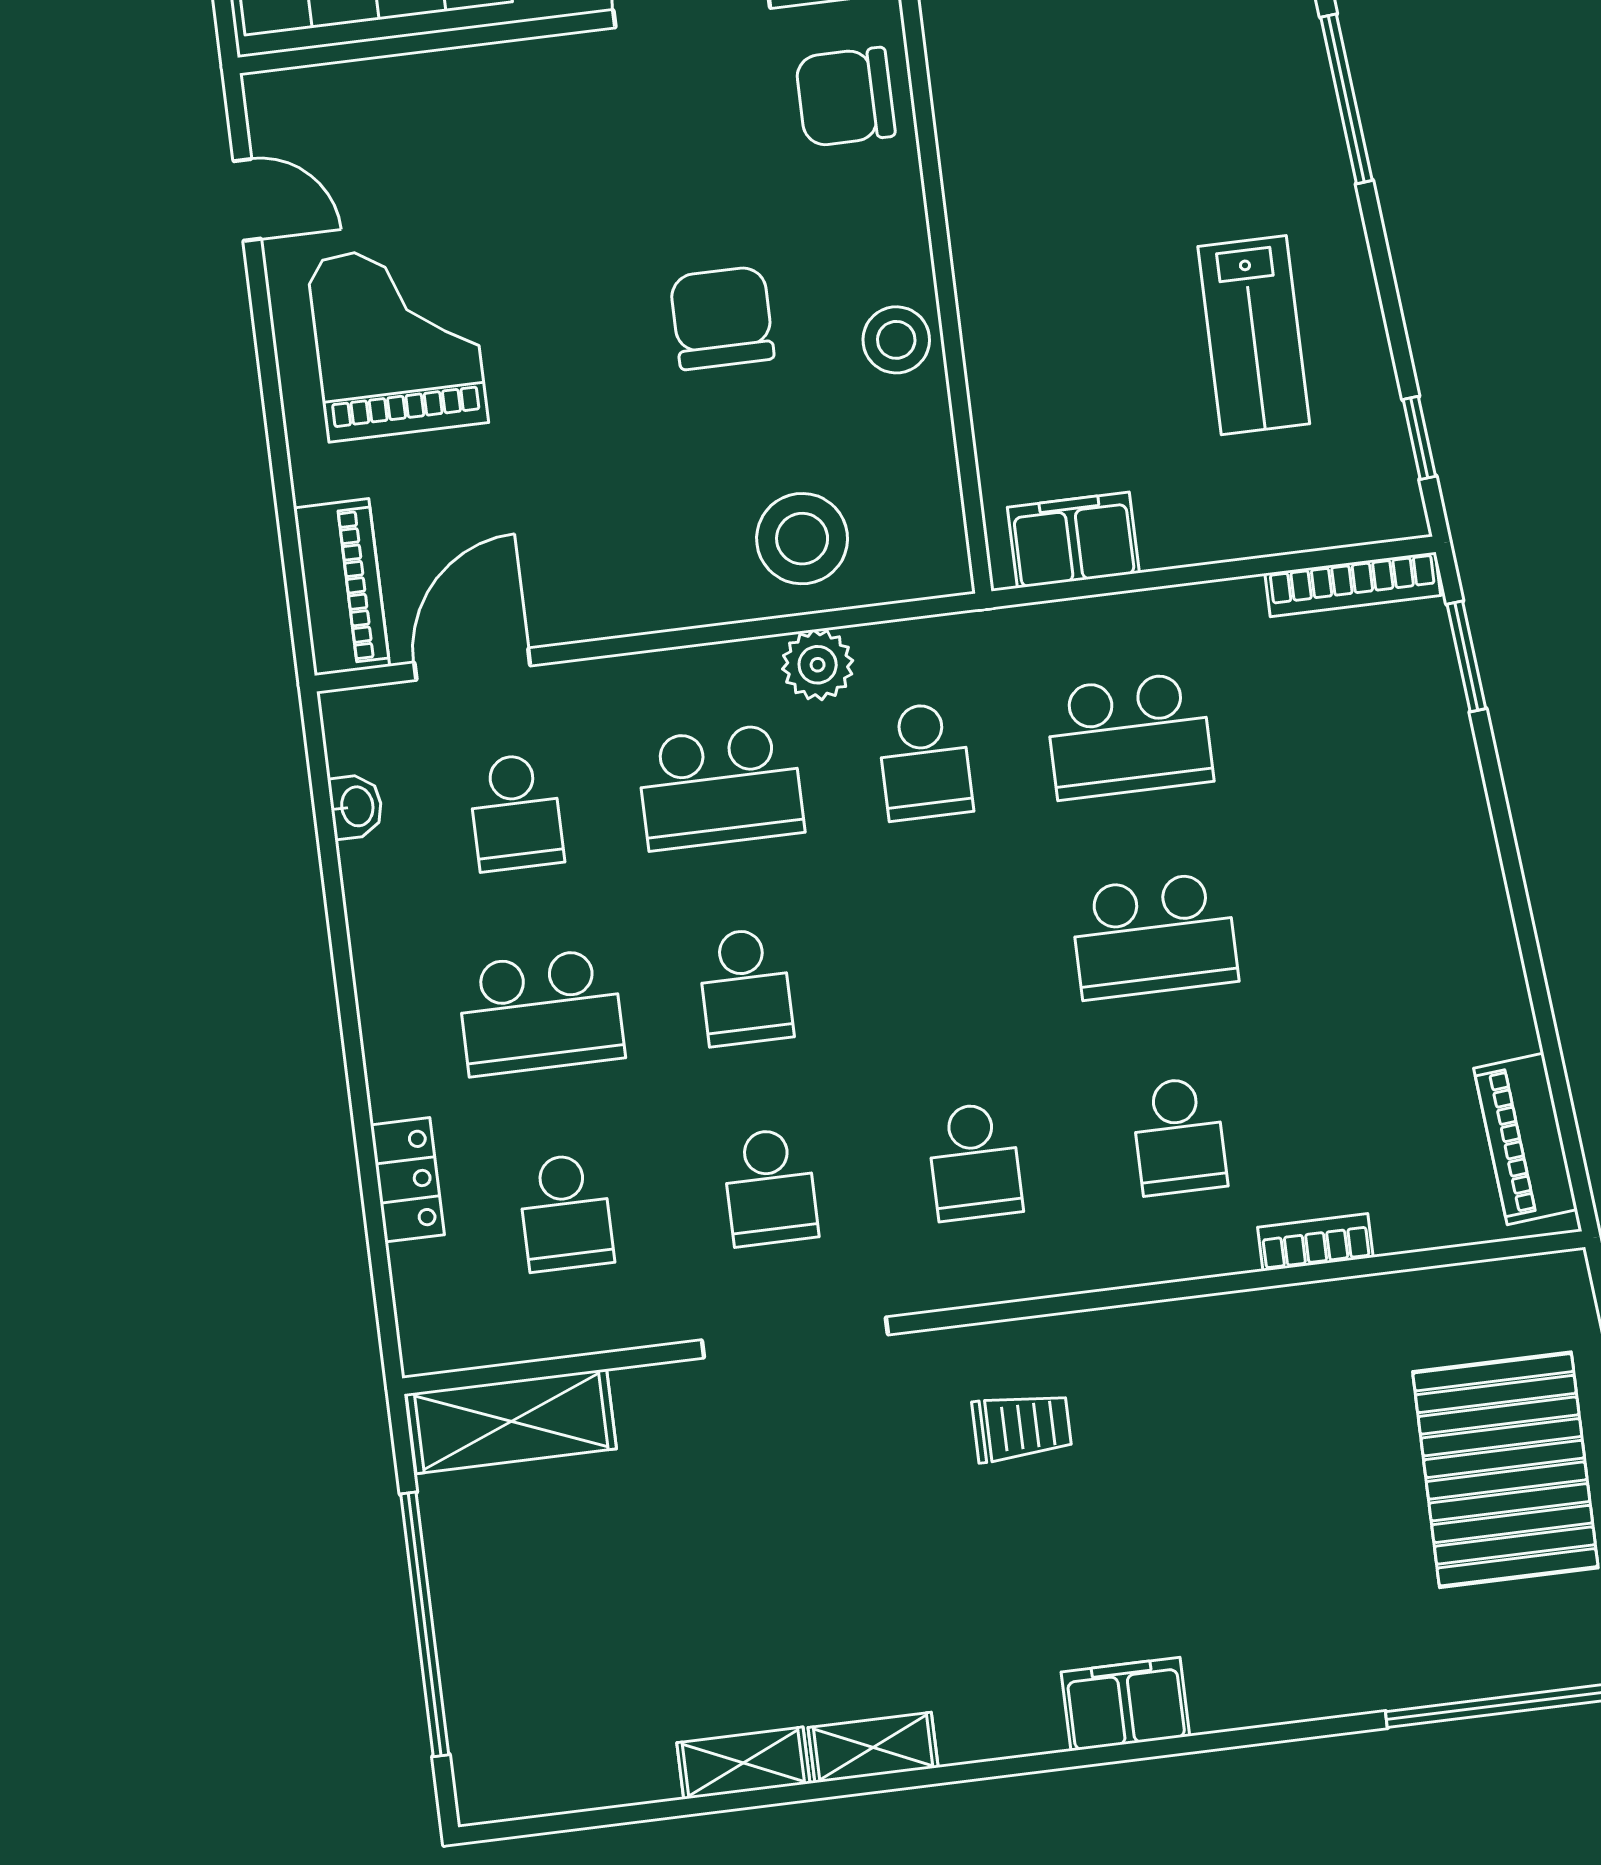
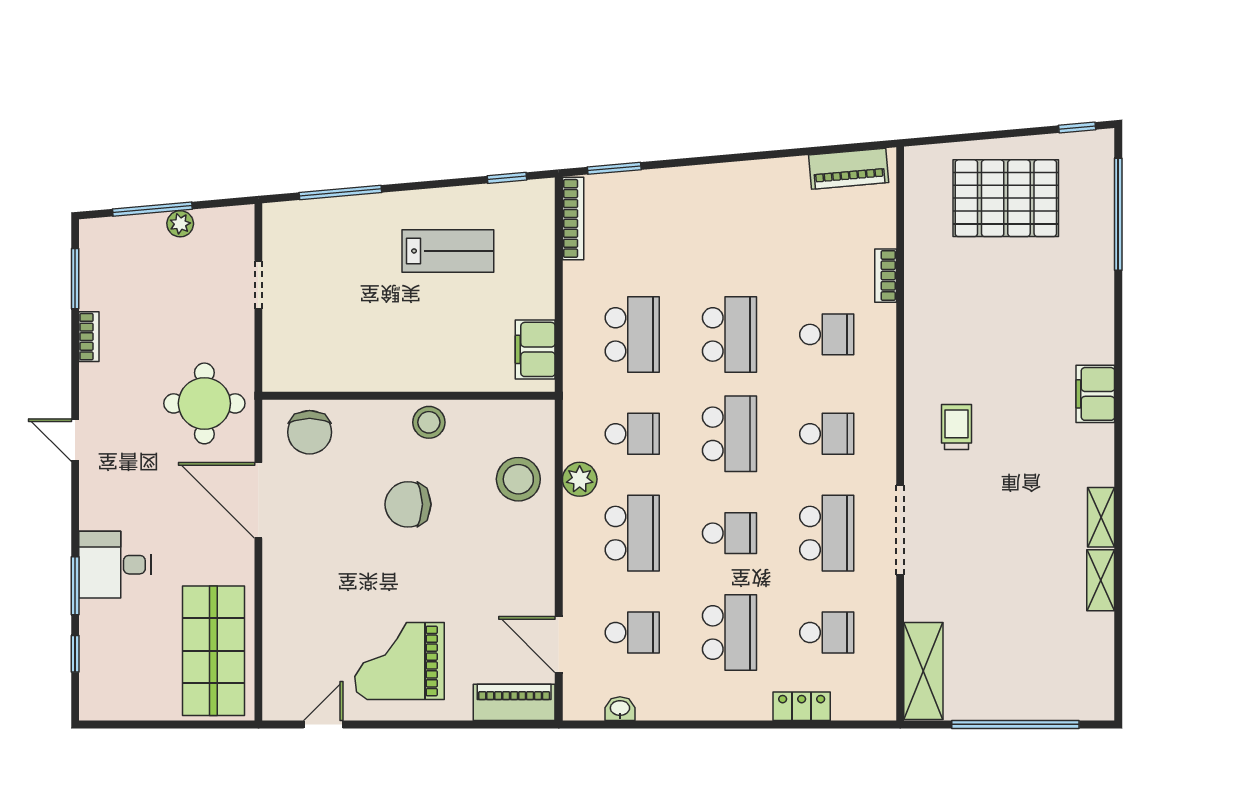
school desk: (950, 961) -> (729, 434), added
school desk: (770, 1187) -> (827, 533), width x1.85

